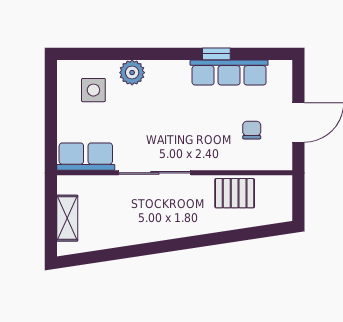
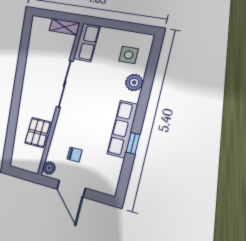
row of seats: (229, 73) -> (123, 129), moved
plant: (279, 161) -> (49, 168), added
shelving: (67, 218) -> (64, 27), moved

